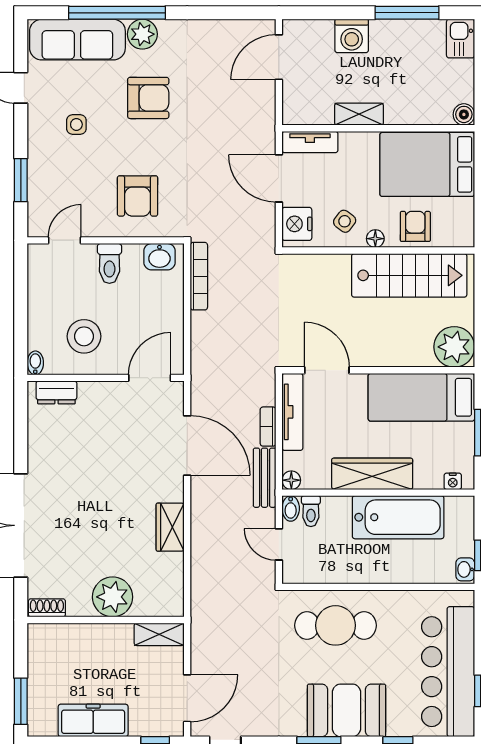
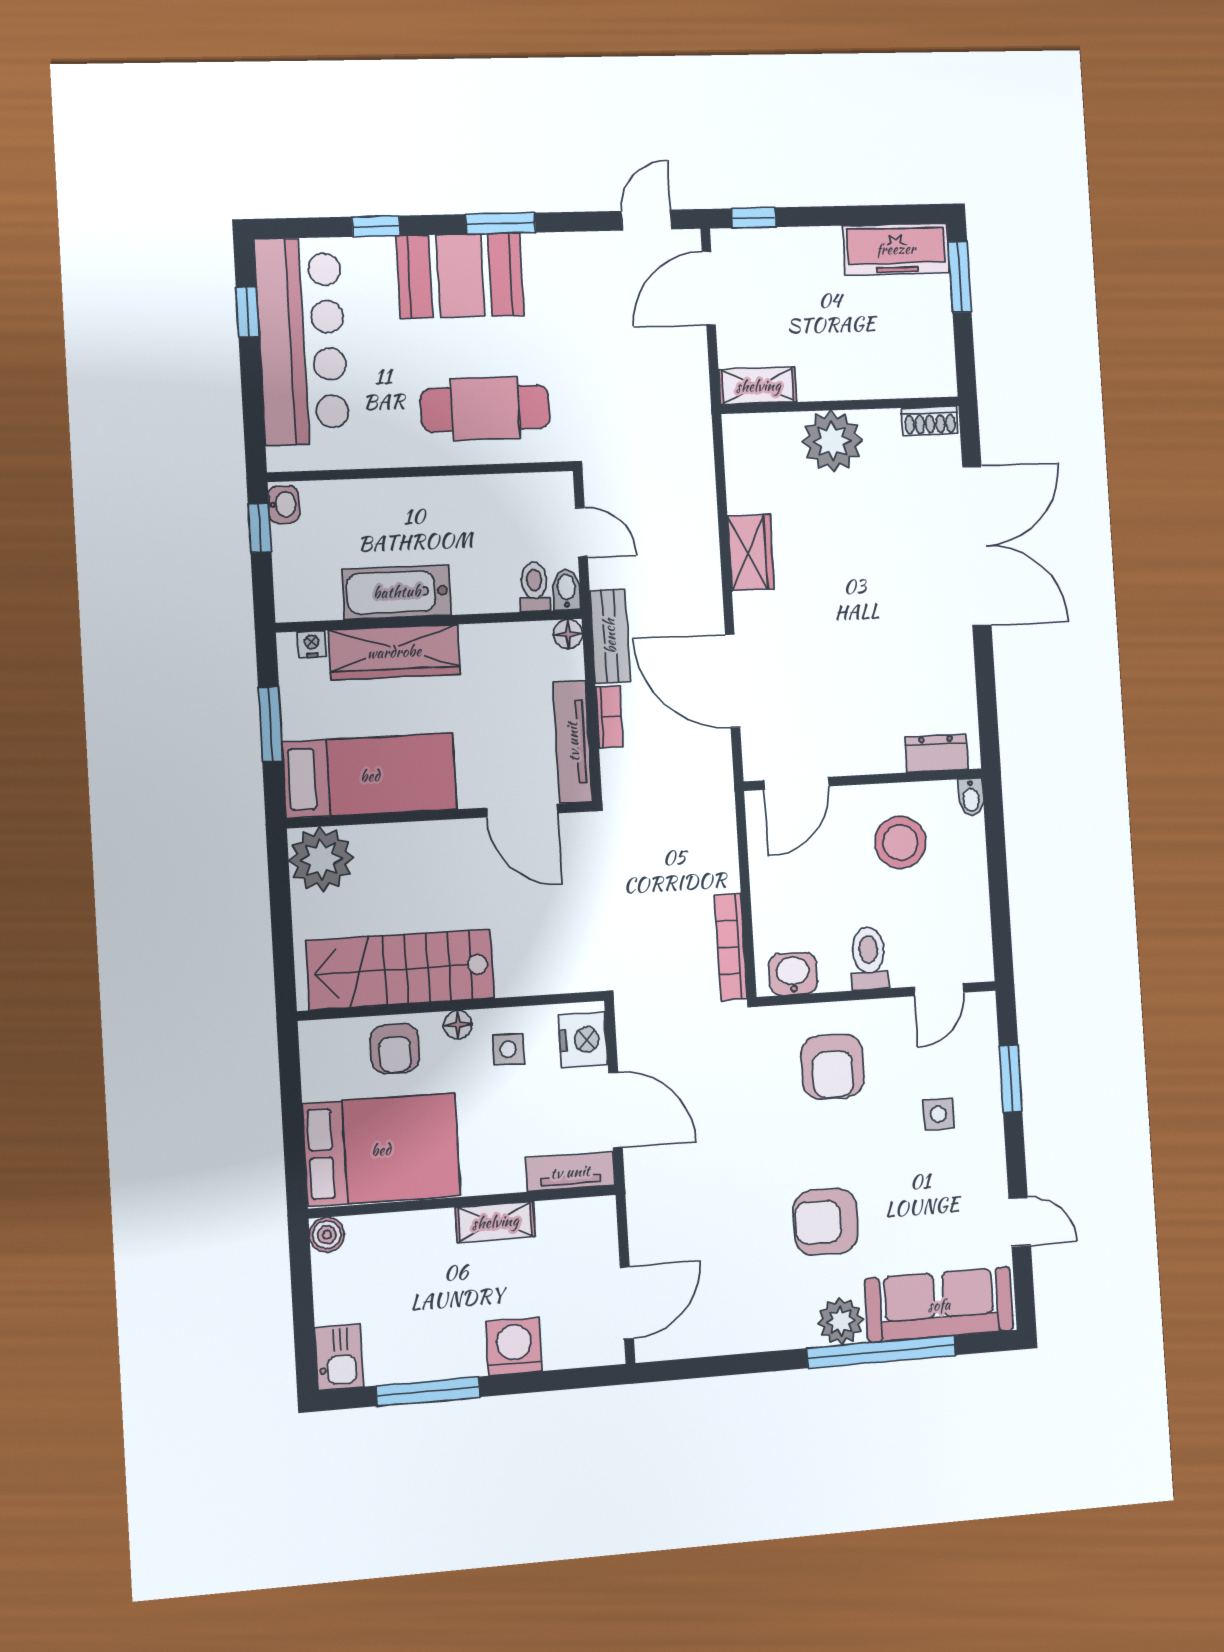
side table: (76, 124) -> (938, 1114), moved
armchair: (138, 196) -> (832, 1067), turned 180
side table: (345, 221) -> (508, 1049), turned -37
wardrobe: (372, 474) -> (394, 652), moved
bathtub: (398, 517) -> (397, 592), width x0.73, depth x0.73
freezer: (93, 720) -> (896, 249), moved

